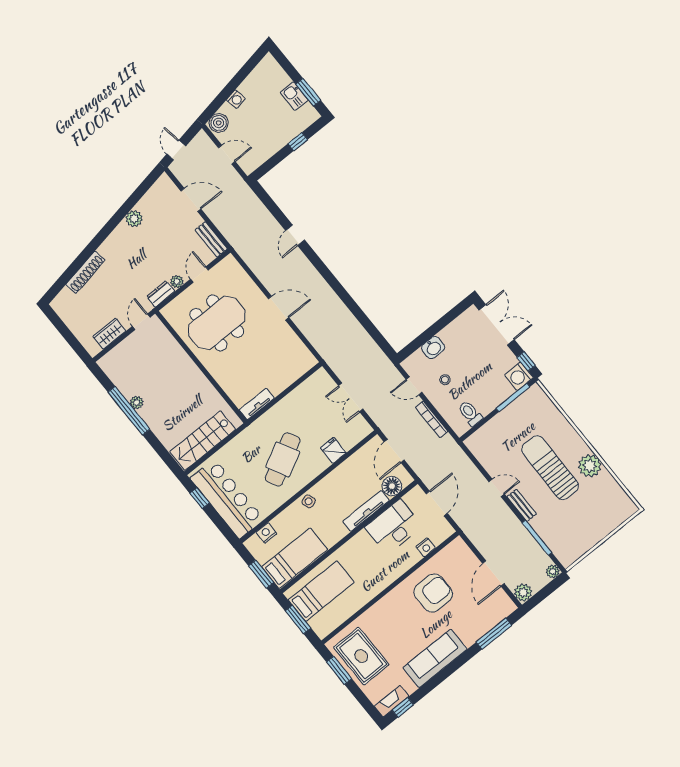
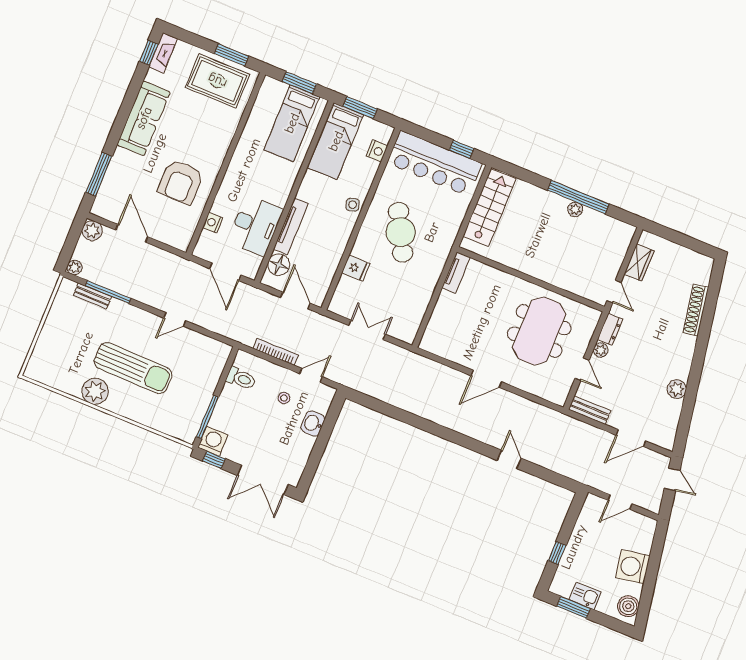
washing machine: (236, 99) -> (633, 567), width x1.89, depth x1.89
boiler: (219, 123) -> (628, 606), moved
bench: (522, 505) -> (93, 296), moved

